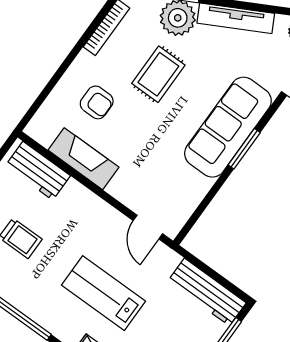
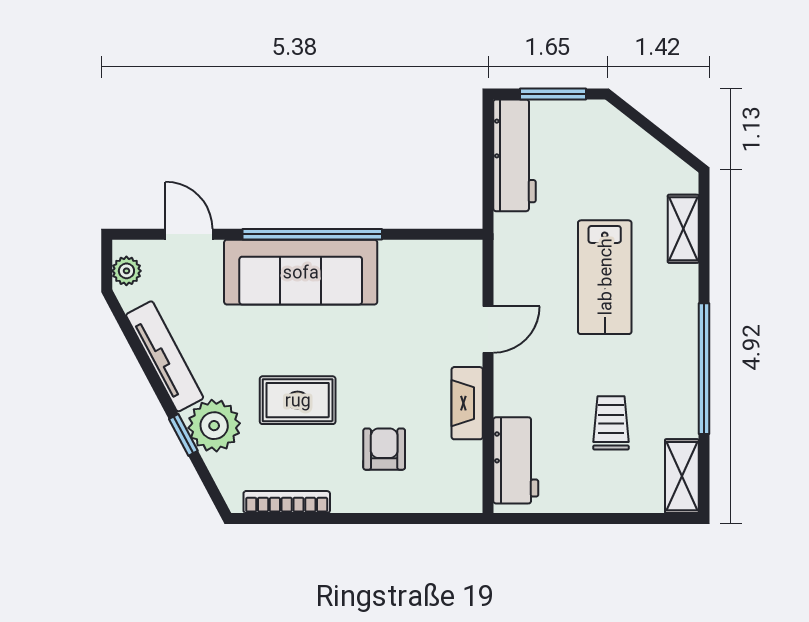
window: (244, 149) -> (312, 234), width x2.11
fireplace: (83, 159) -> (467, 403), width x0.73, depth x0.76
door: (148, 227) -> (488, 330), moved

